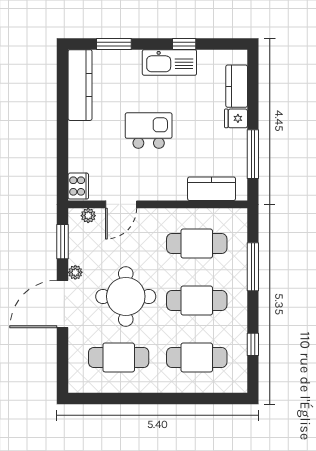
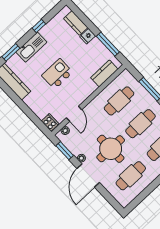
kitchen sink: (169, 62) -> (31, 47), moved

